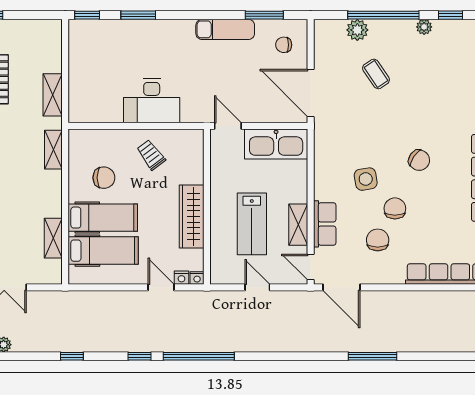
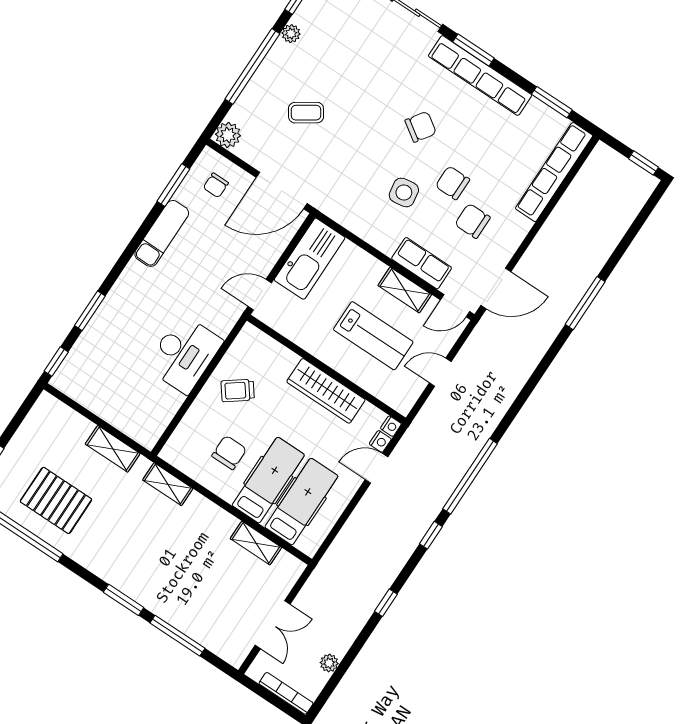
plant: (357, 30) -> (228, 135), moved

